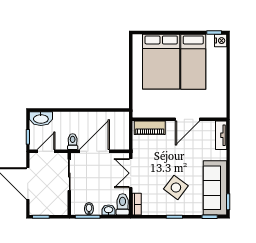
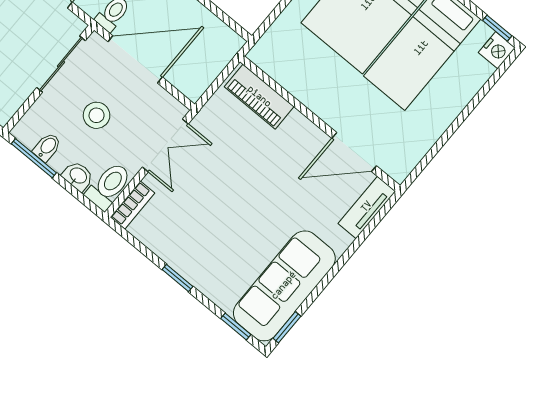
door: (188, 119) -> (354, 152), moved
double door: (131, 173) -> (165, 145), swing flipped
stool: (97, 183) -> (97, 115), added
side table: (176, 187) -> (220, 232), removed

